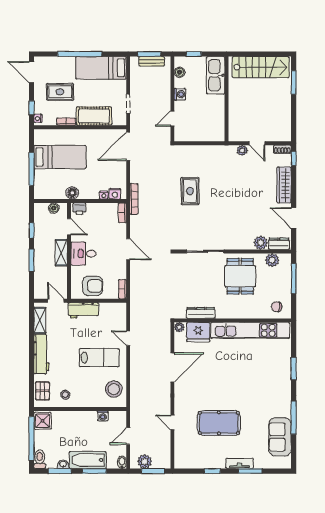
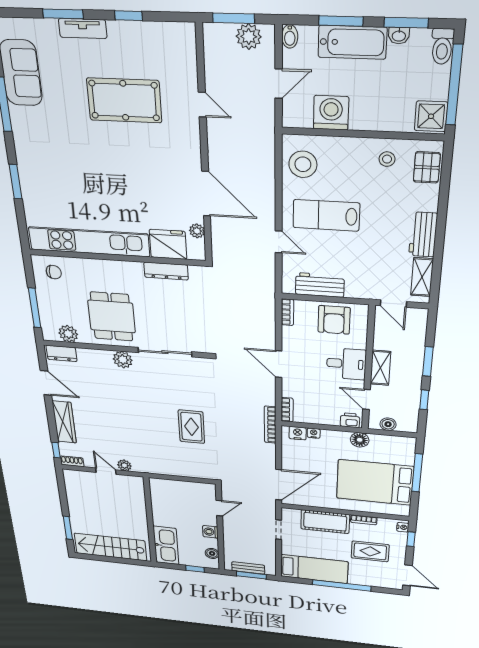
bed: (60, 157) -> (375, 482), width x1.50
plant: (261, 243) -> (123, 360), moved
armchair: (92, 286) -> (334, 320), turned -90
workbench: (83, 310) -> (320, 285), moved
plant: (179, 327) -> (197, 231), moved
workbench: (41, 354) -> (423, 235), width x0.73
door: (172, 367) -> (206, 194), swing flipped
washing machine: (103, 416) -> (331, 113), width x1.89, depth x1.89

